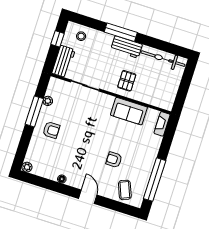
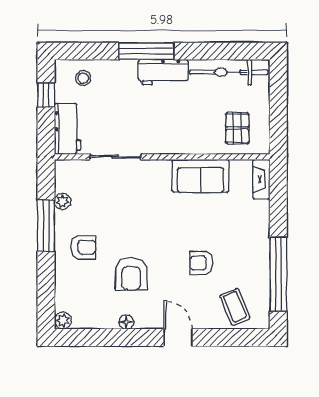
pallet: (127, 81) -> (237, 128), moved
armchair: (73, 153) -> (131, 274), added

